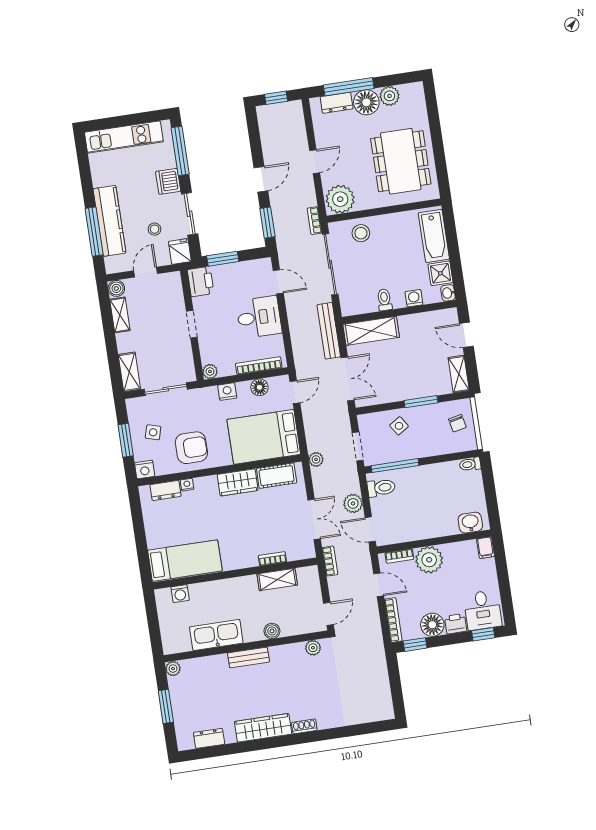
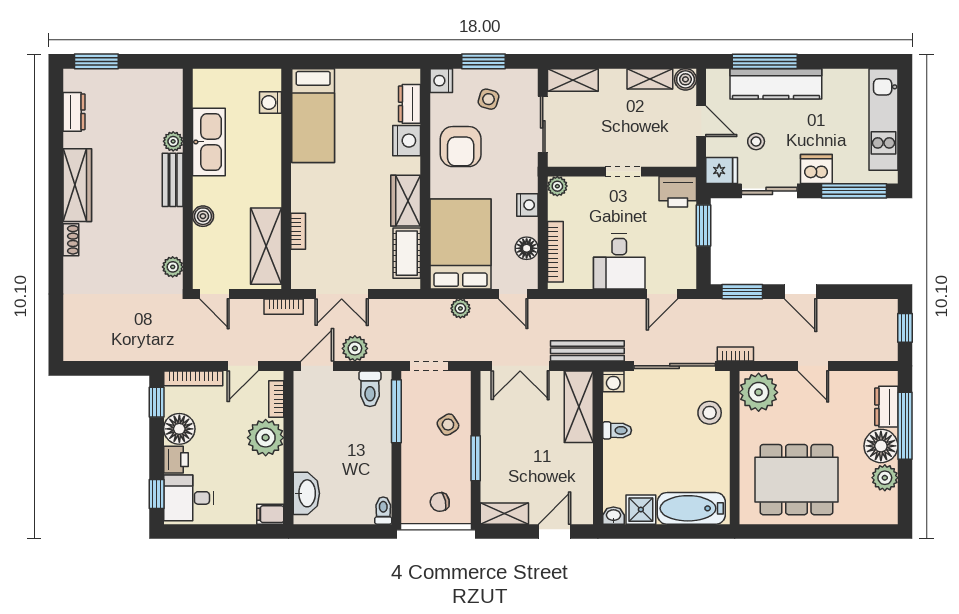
washing machine: (414, 298) -> (613, 381), moved, turned 90
plant: (316, 459) -> (460, 308), moved
nightstand: (187, 485) -> (407, 141), width x1.89, depth x1.79
washbasin: (470, 523) -> (306, 493), width x1.38
shelving: (277, 579) -> (266, 246), width x1.50, depth x1.33
plant: (173, 669) -> (173, 141), moved
window: (166, 706) -> (96, 61), moved

